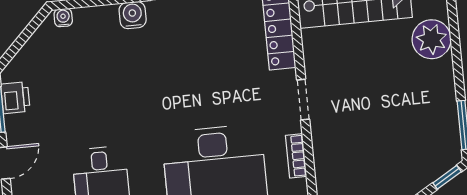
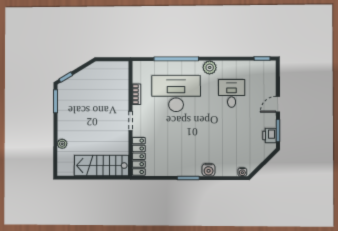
plant: (432, 39) -> (62, 144), width x0.53, depth x0.53

